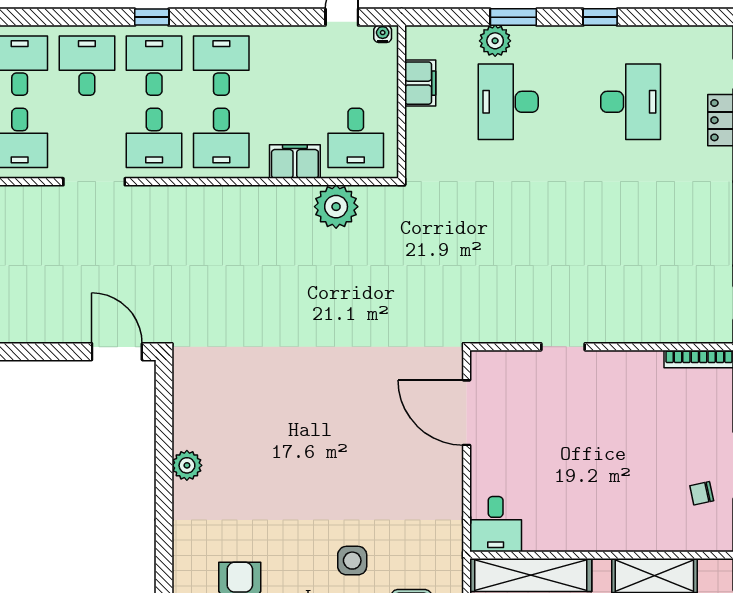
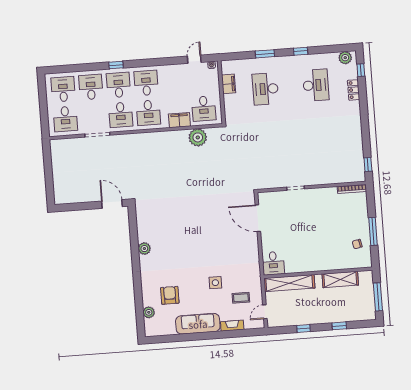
plant: (495, 41) -> (345, 58), moved

